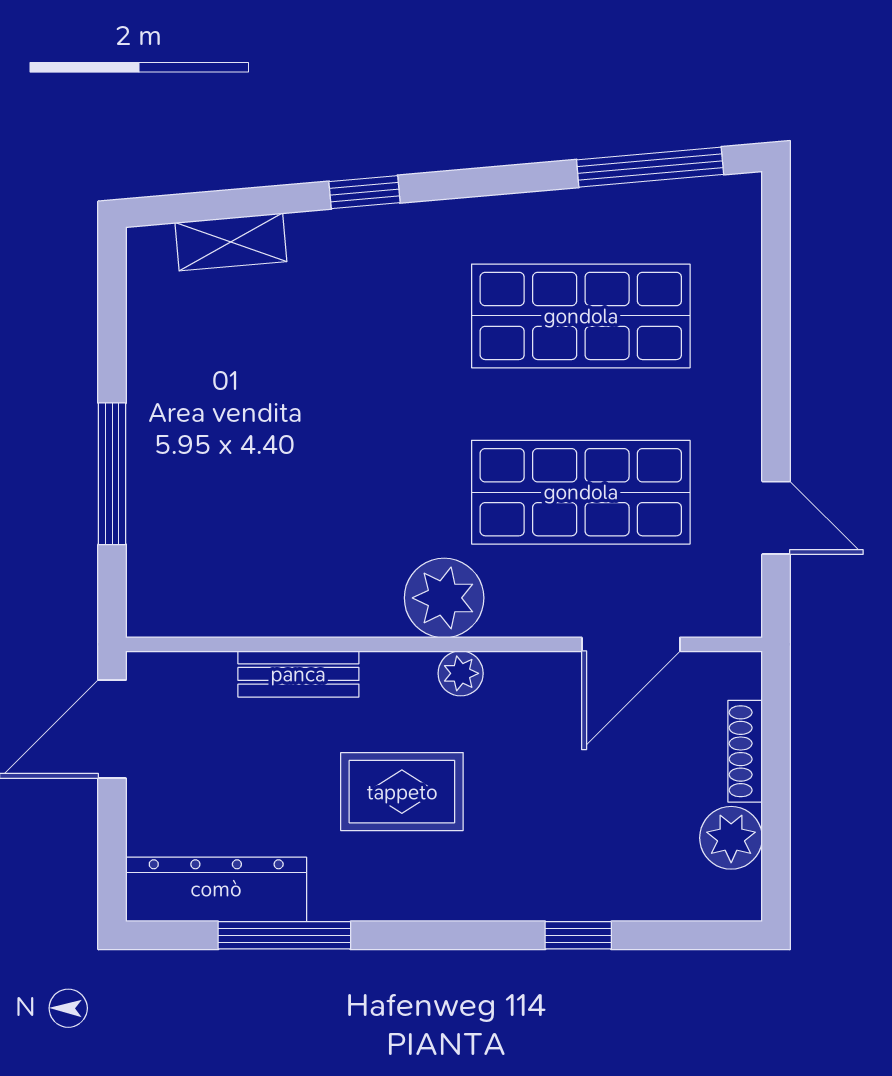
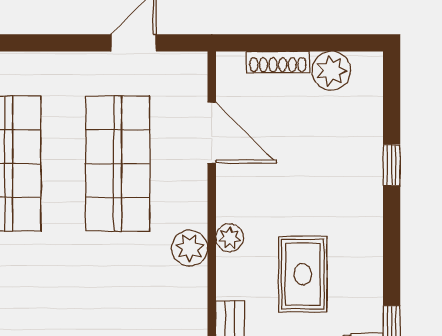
plant: (444, 598) -> (190, 248), width x0.73, depth x0.73

